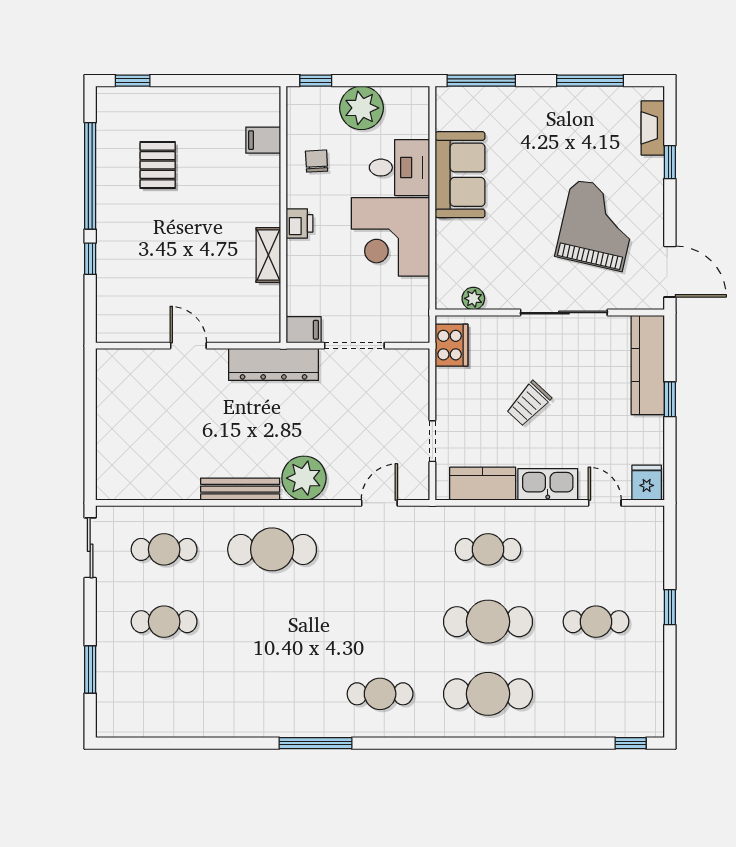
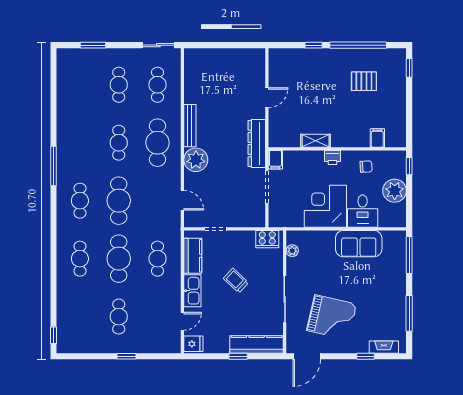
cafe table: (272, 622) -> (119, 143), added
cafe table: (380, 622) -> (119, 201), added
cafe table: (488, 694) -> (80, 259), width x0.73, depth x0.74

